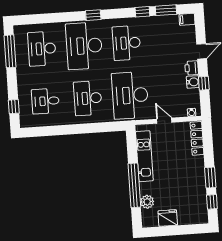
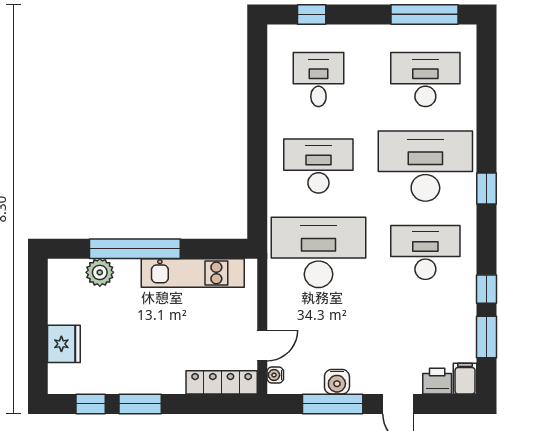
printer: (192, 68) -> (437, 381), moved
window: (204, 83) -> (333, 404), width x2.17
door: (164, 121) -> (262, 345), moved
fridge: (168, 218) -> (64, 344), moved

